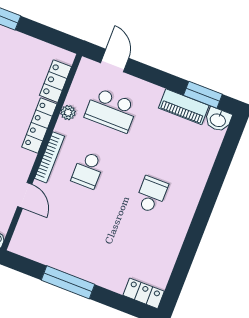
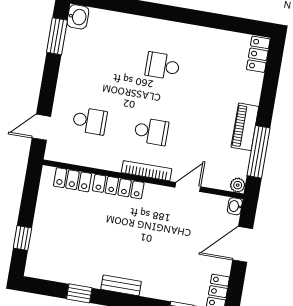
piano: (184, 107) -> (245, 127), moved, turned 180
school desk: (111, 110) -> (90, 121), width x0.54
plant: (68, 113) -> (238, 185), moved
window: (68, 282) -> (258, 152), moved

